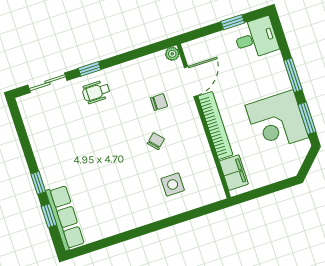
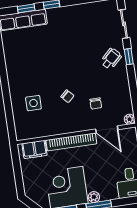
plant: (283, 83) -> (94, 197), added
wheelchair: (96, 92) -> (111, 59), turned 46

